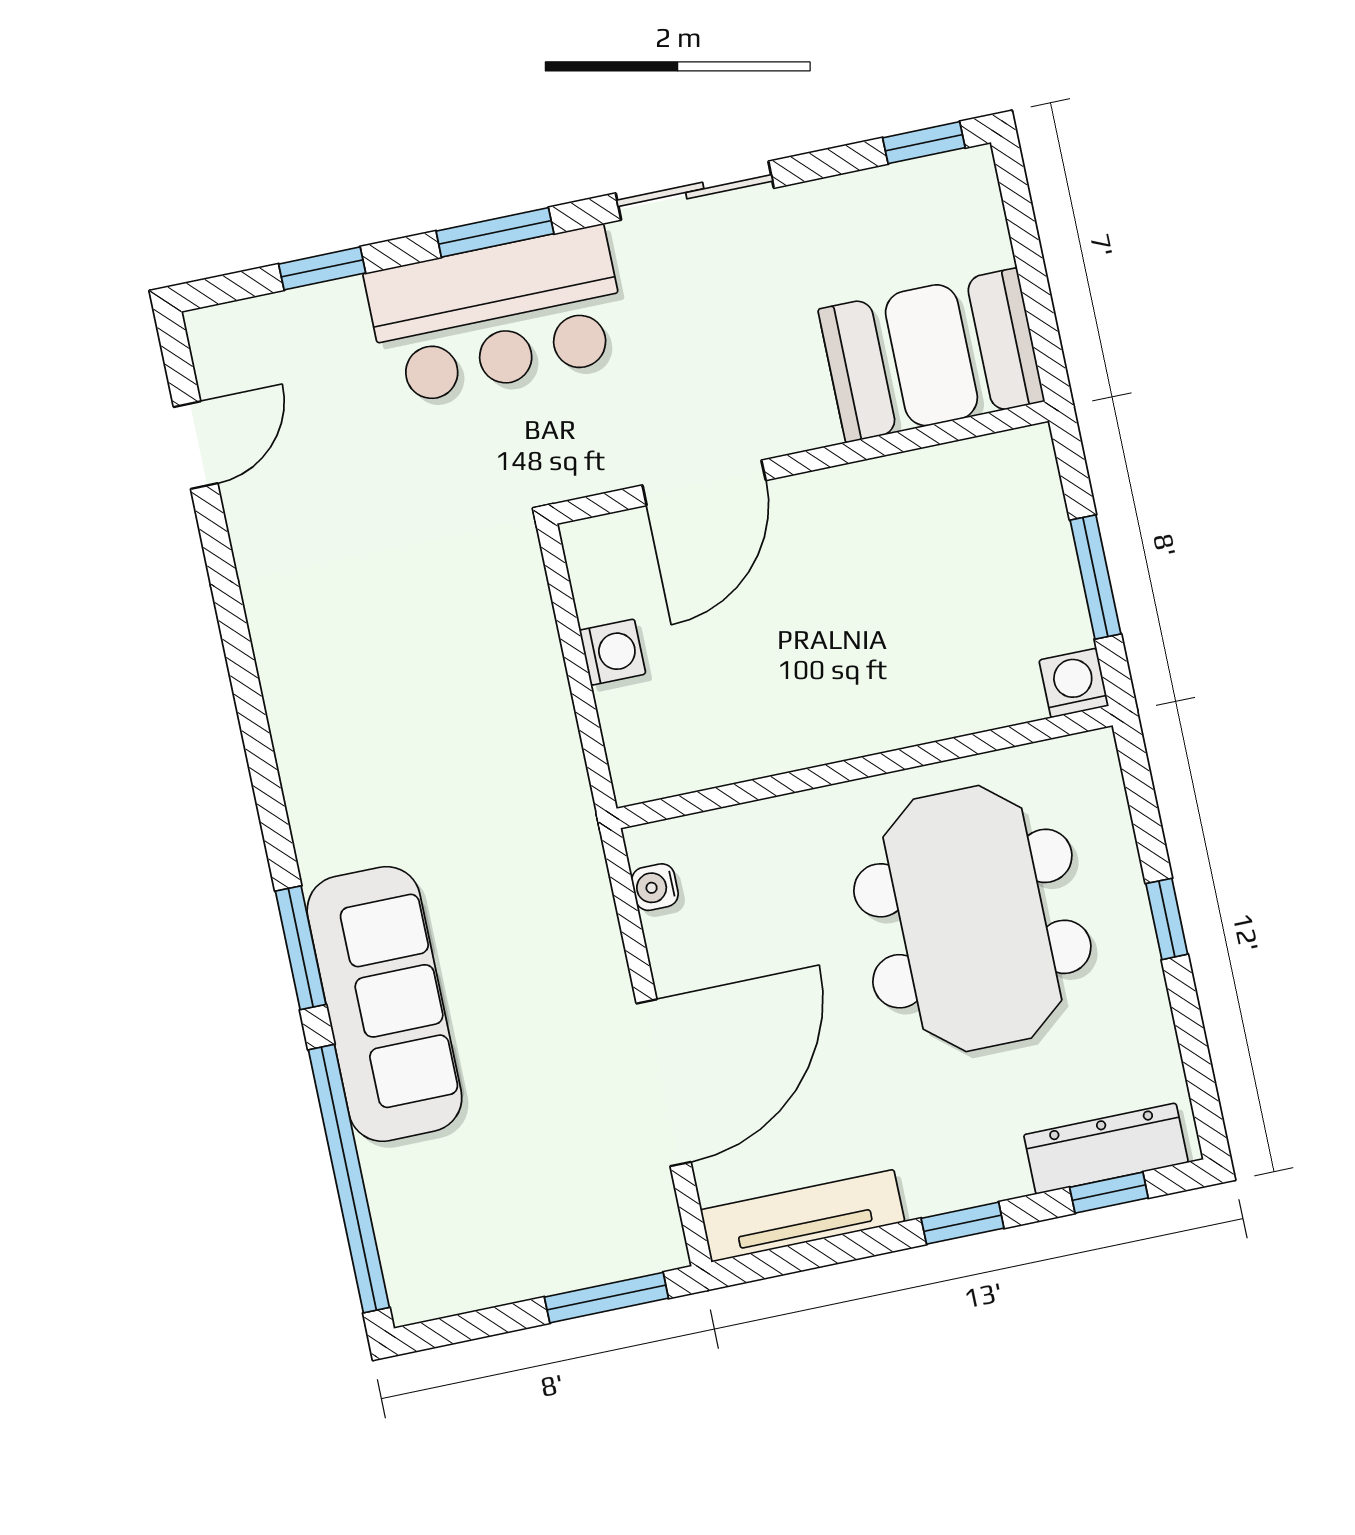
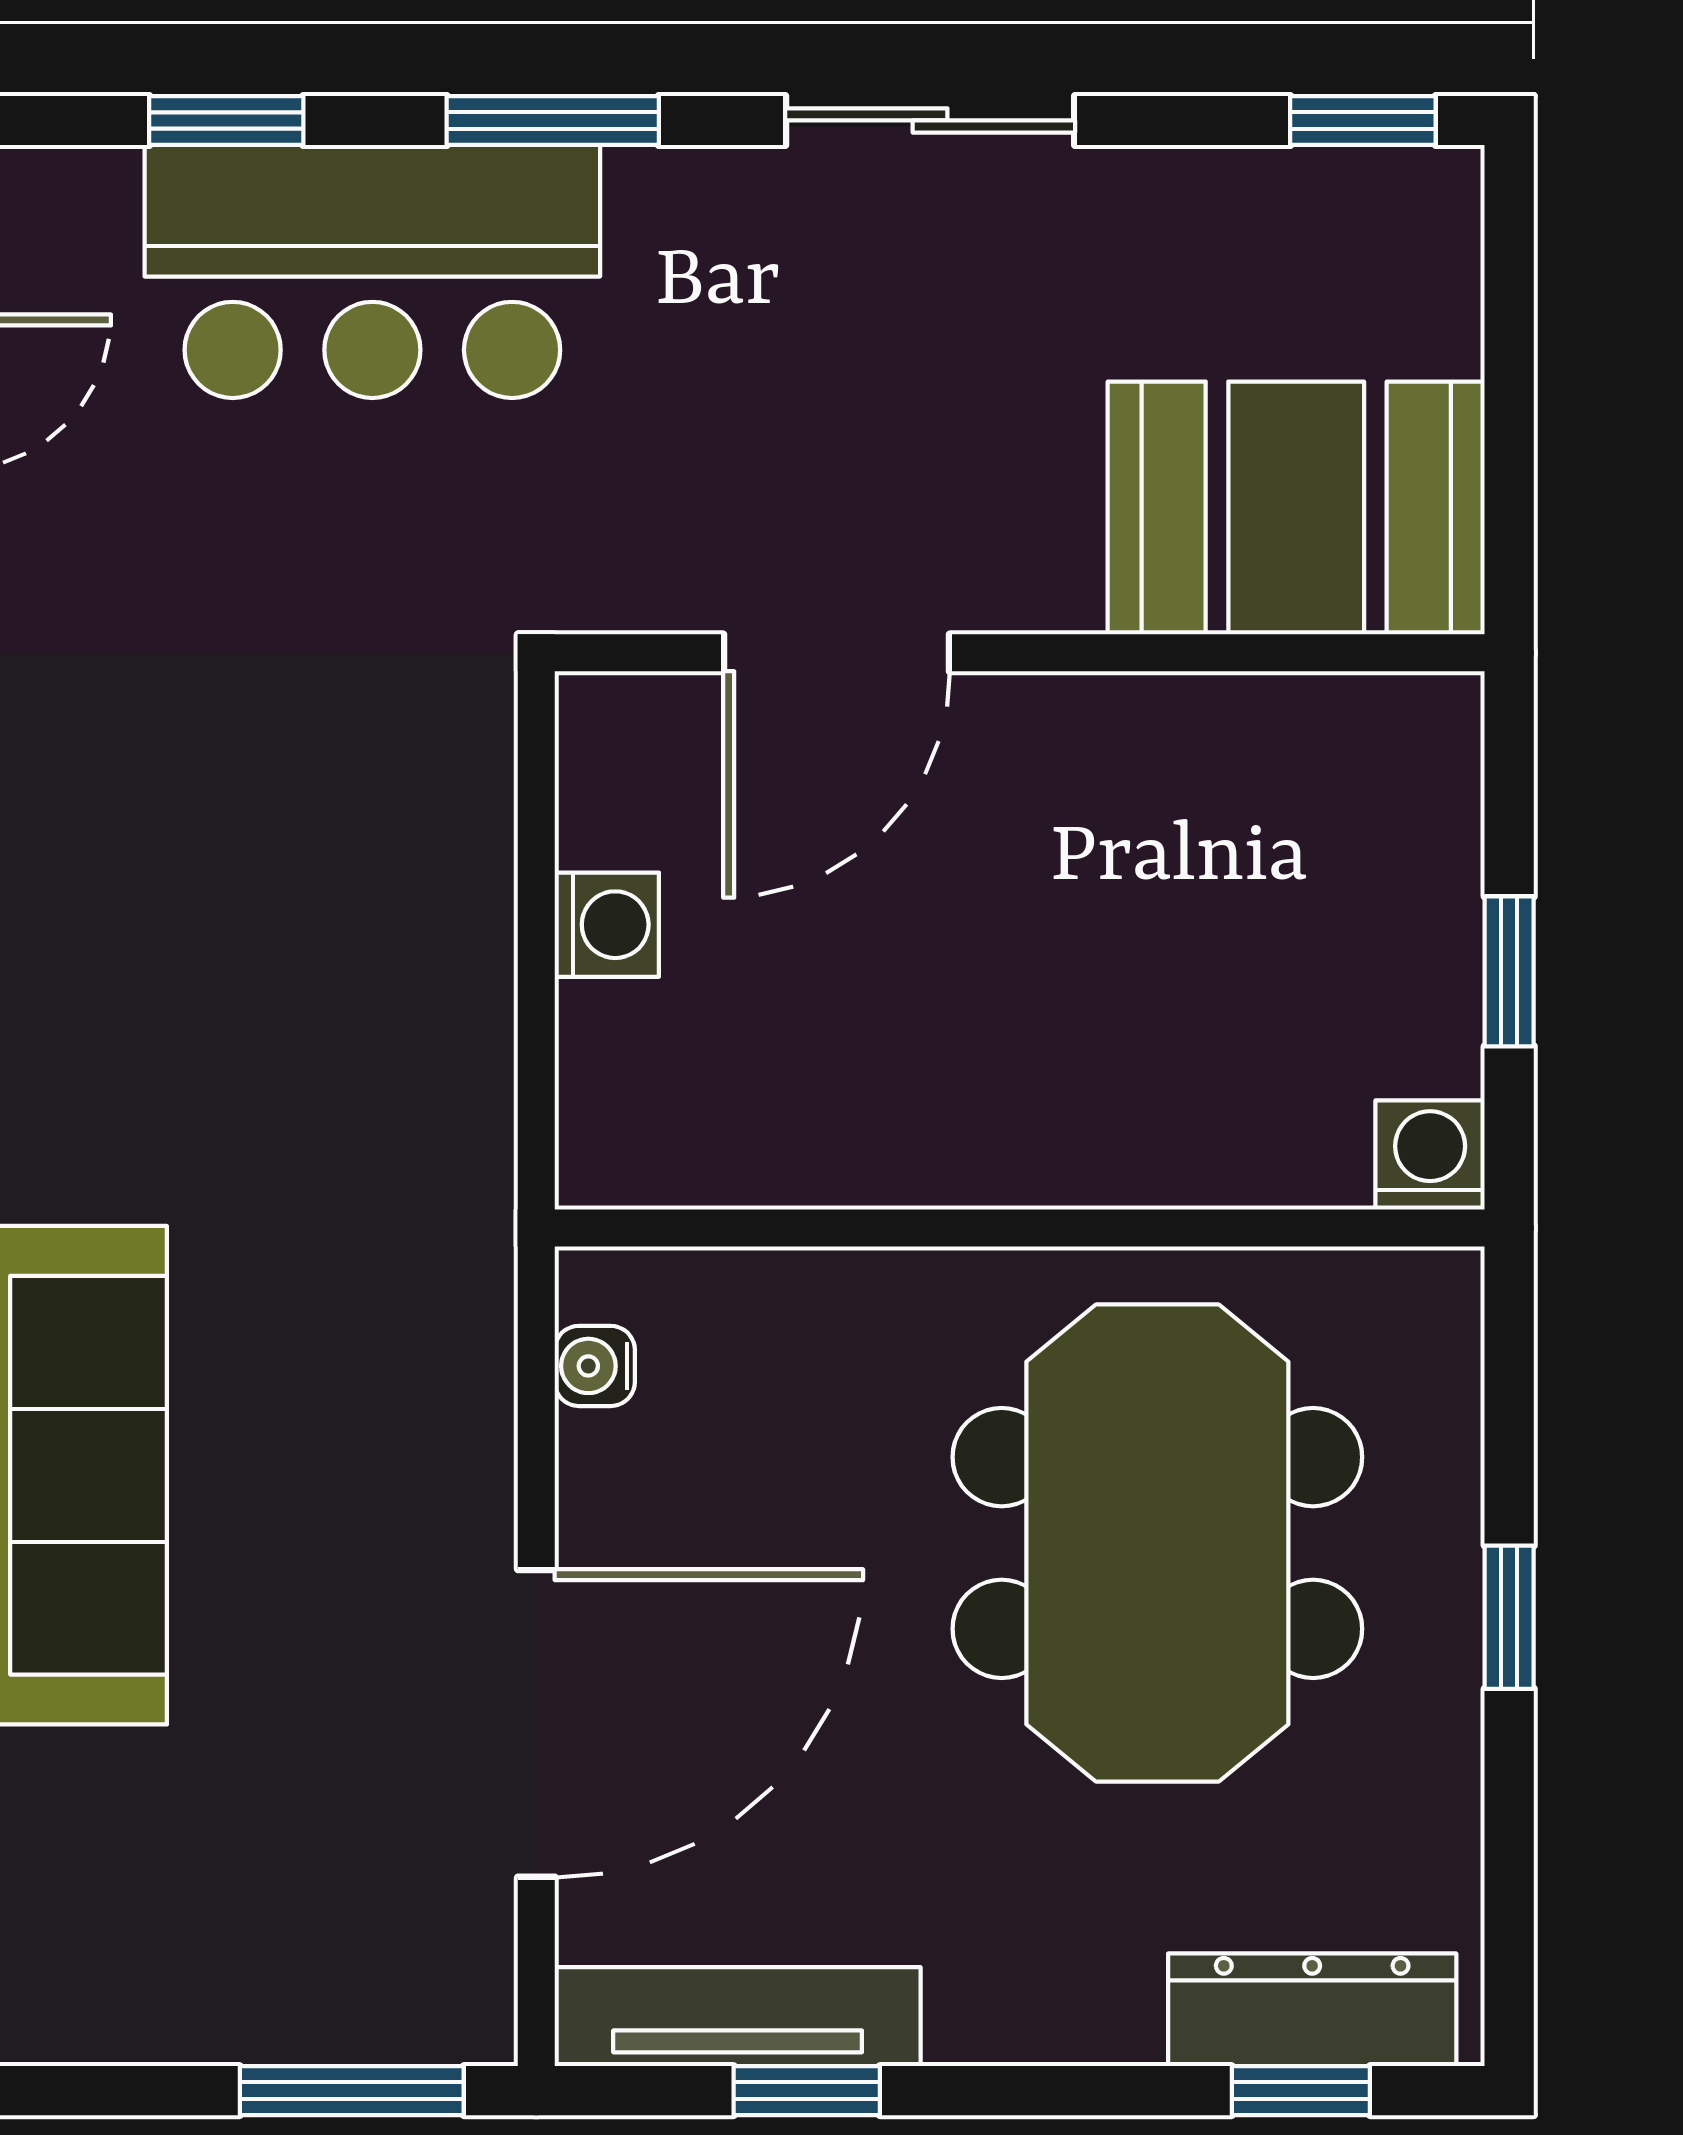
bar counter: (497, 315) -> (372, 272), moved
window: (1095, 577) -> (1509, 971), width x0.67
window: (963, 1223) -> (807, 2091), moved

